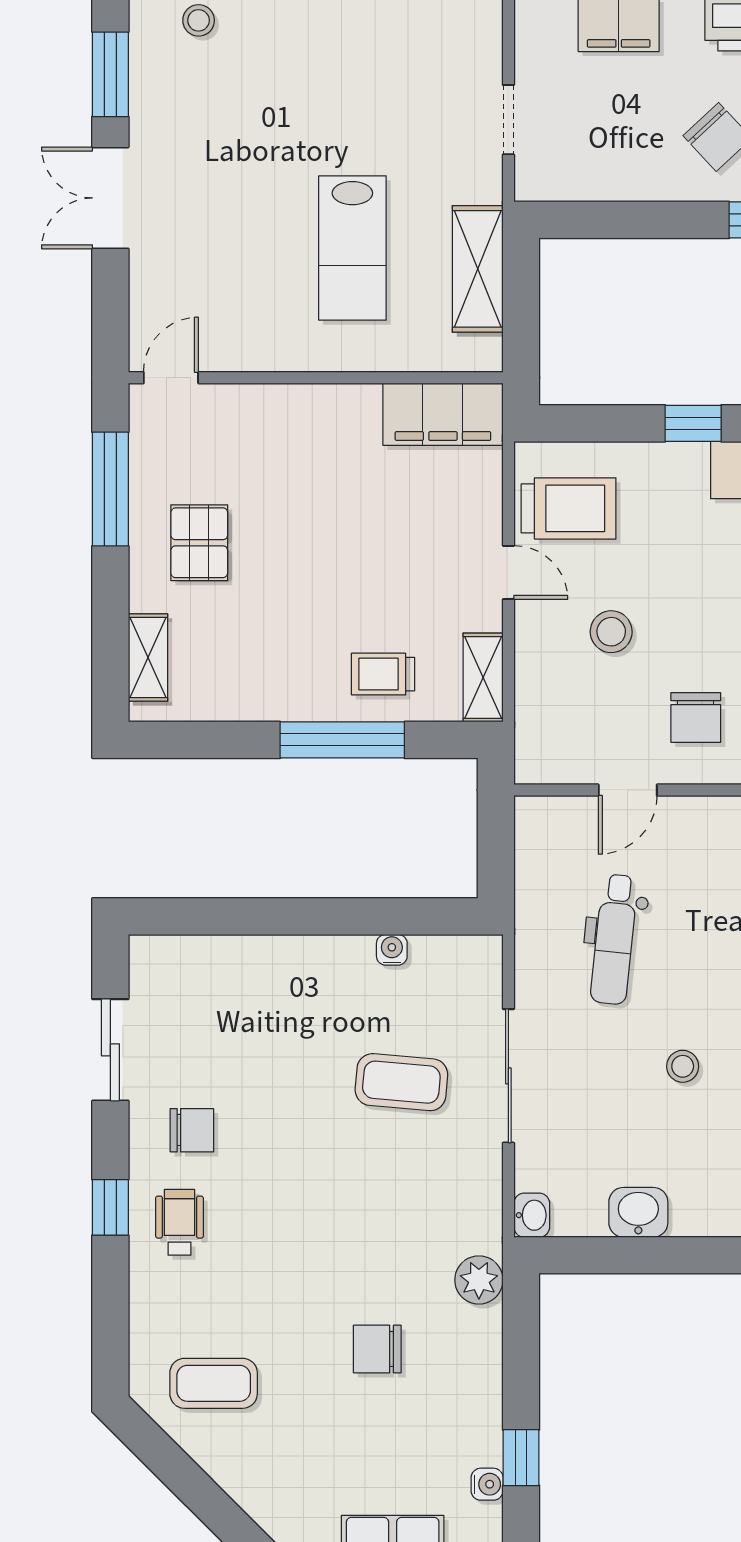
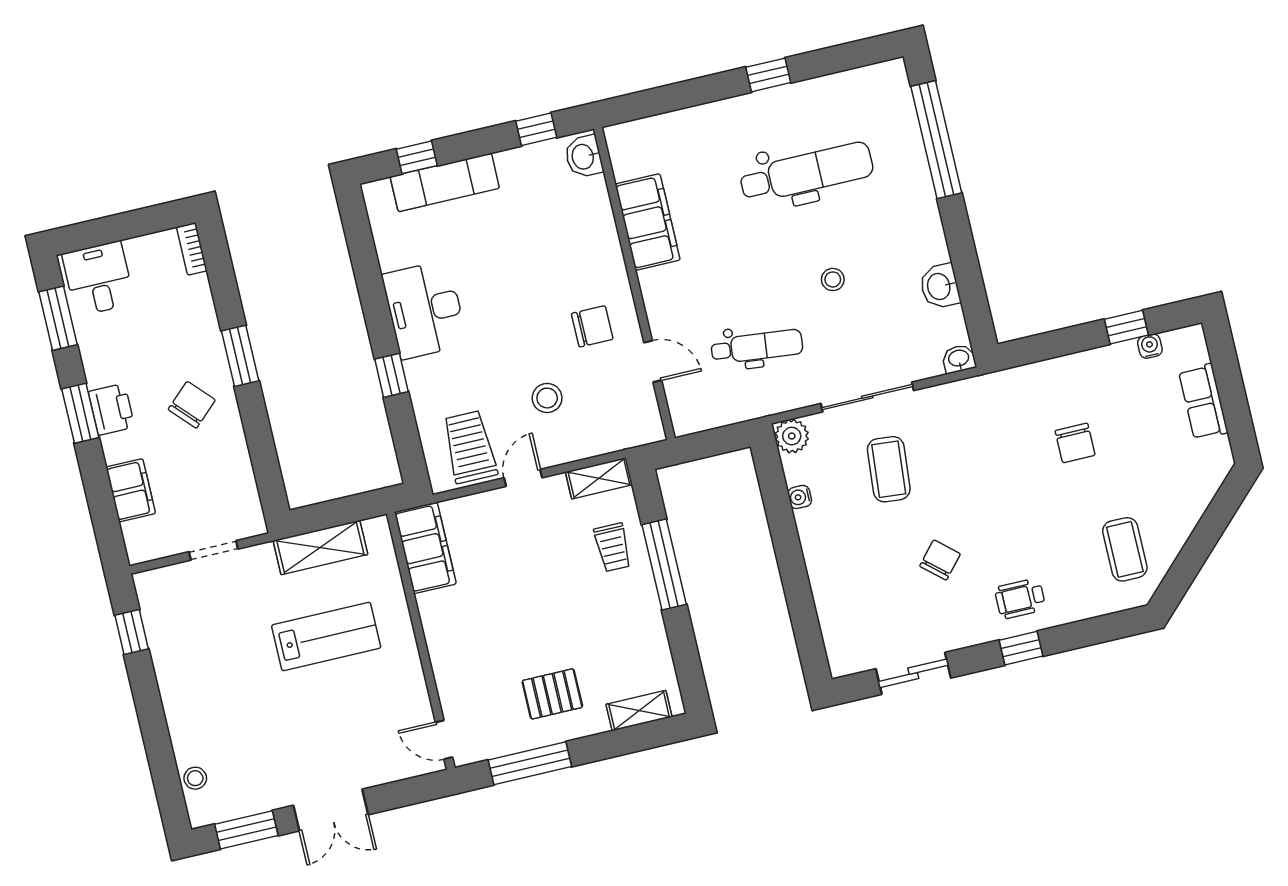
chair: (192, 1130) -> (940, 560), moved, turned 41
plant: (479, 1280) -> (792, 436), moved

